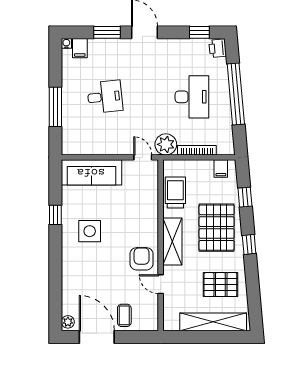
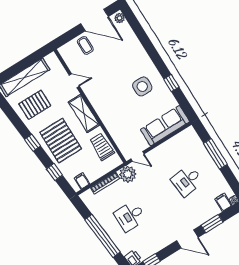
desk: (192, 97) -> (130, 216), width x0.73
trolley: (175, 192) -> (102, 147), turned 180
armchair: (142, 259) -> (97, 89), removed

